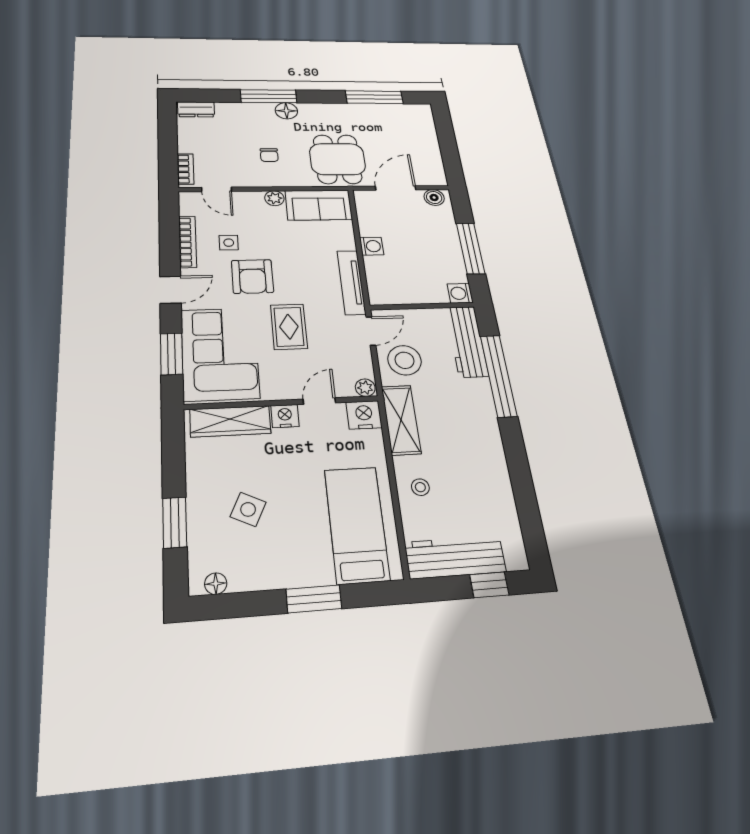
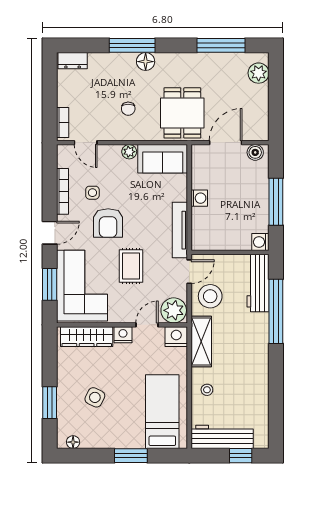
plant: (423, 122) -> (259, 73), added
plant: (365, 388) -> (174, 310), width x1.88, depth x1.88

